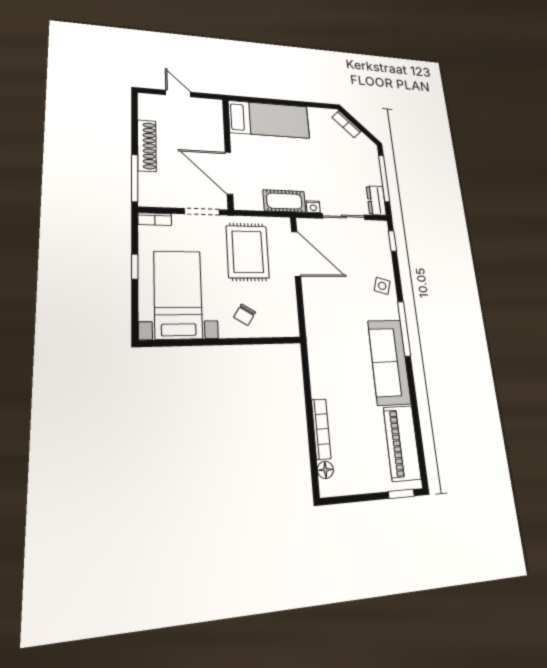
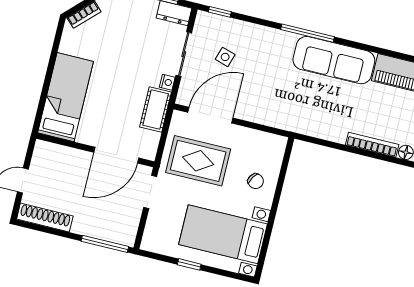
shoe rack: (147, 146) -> (45, 218), moved
bookcase: (155, 219) -> (149, 236), removed
side table: (382, 286) -> (225, 57), moved

